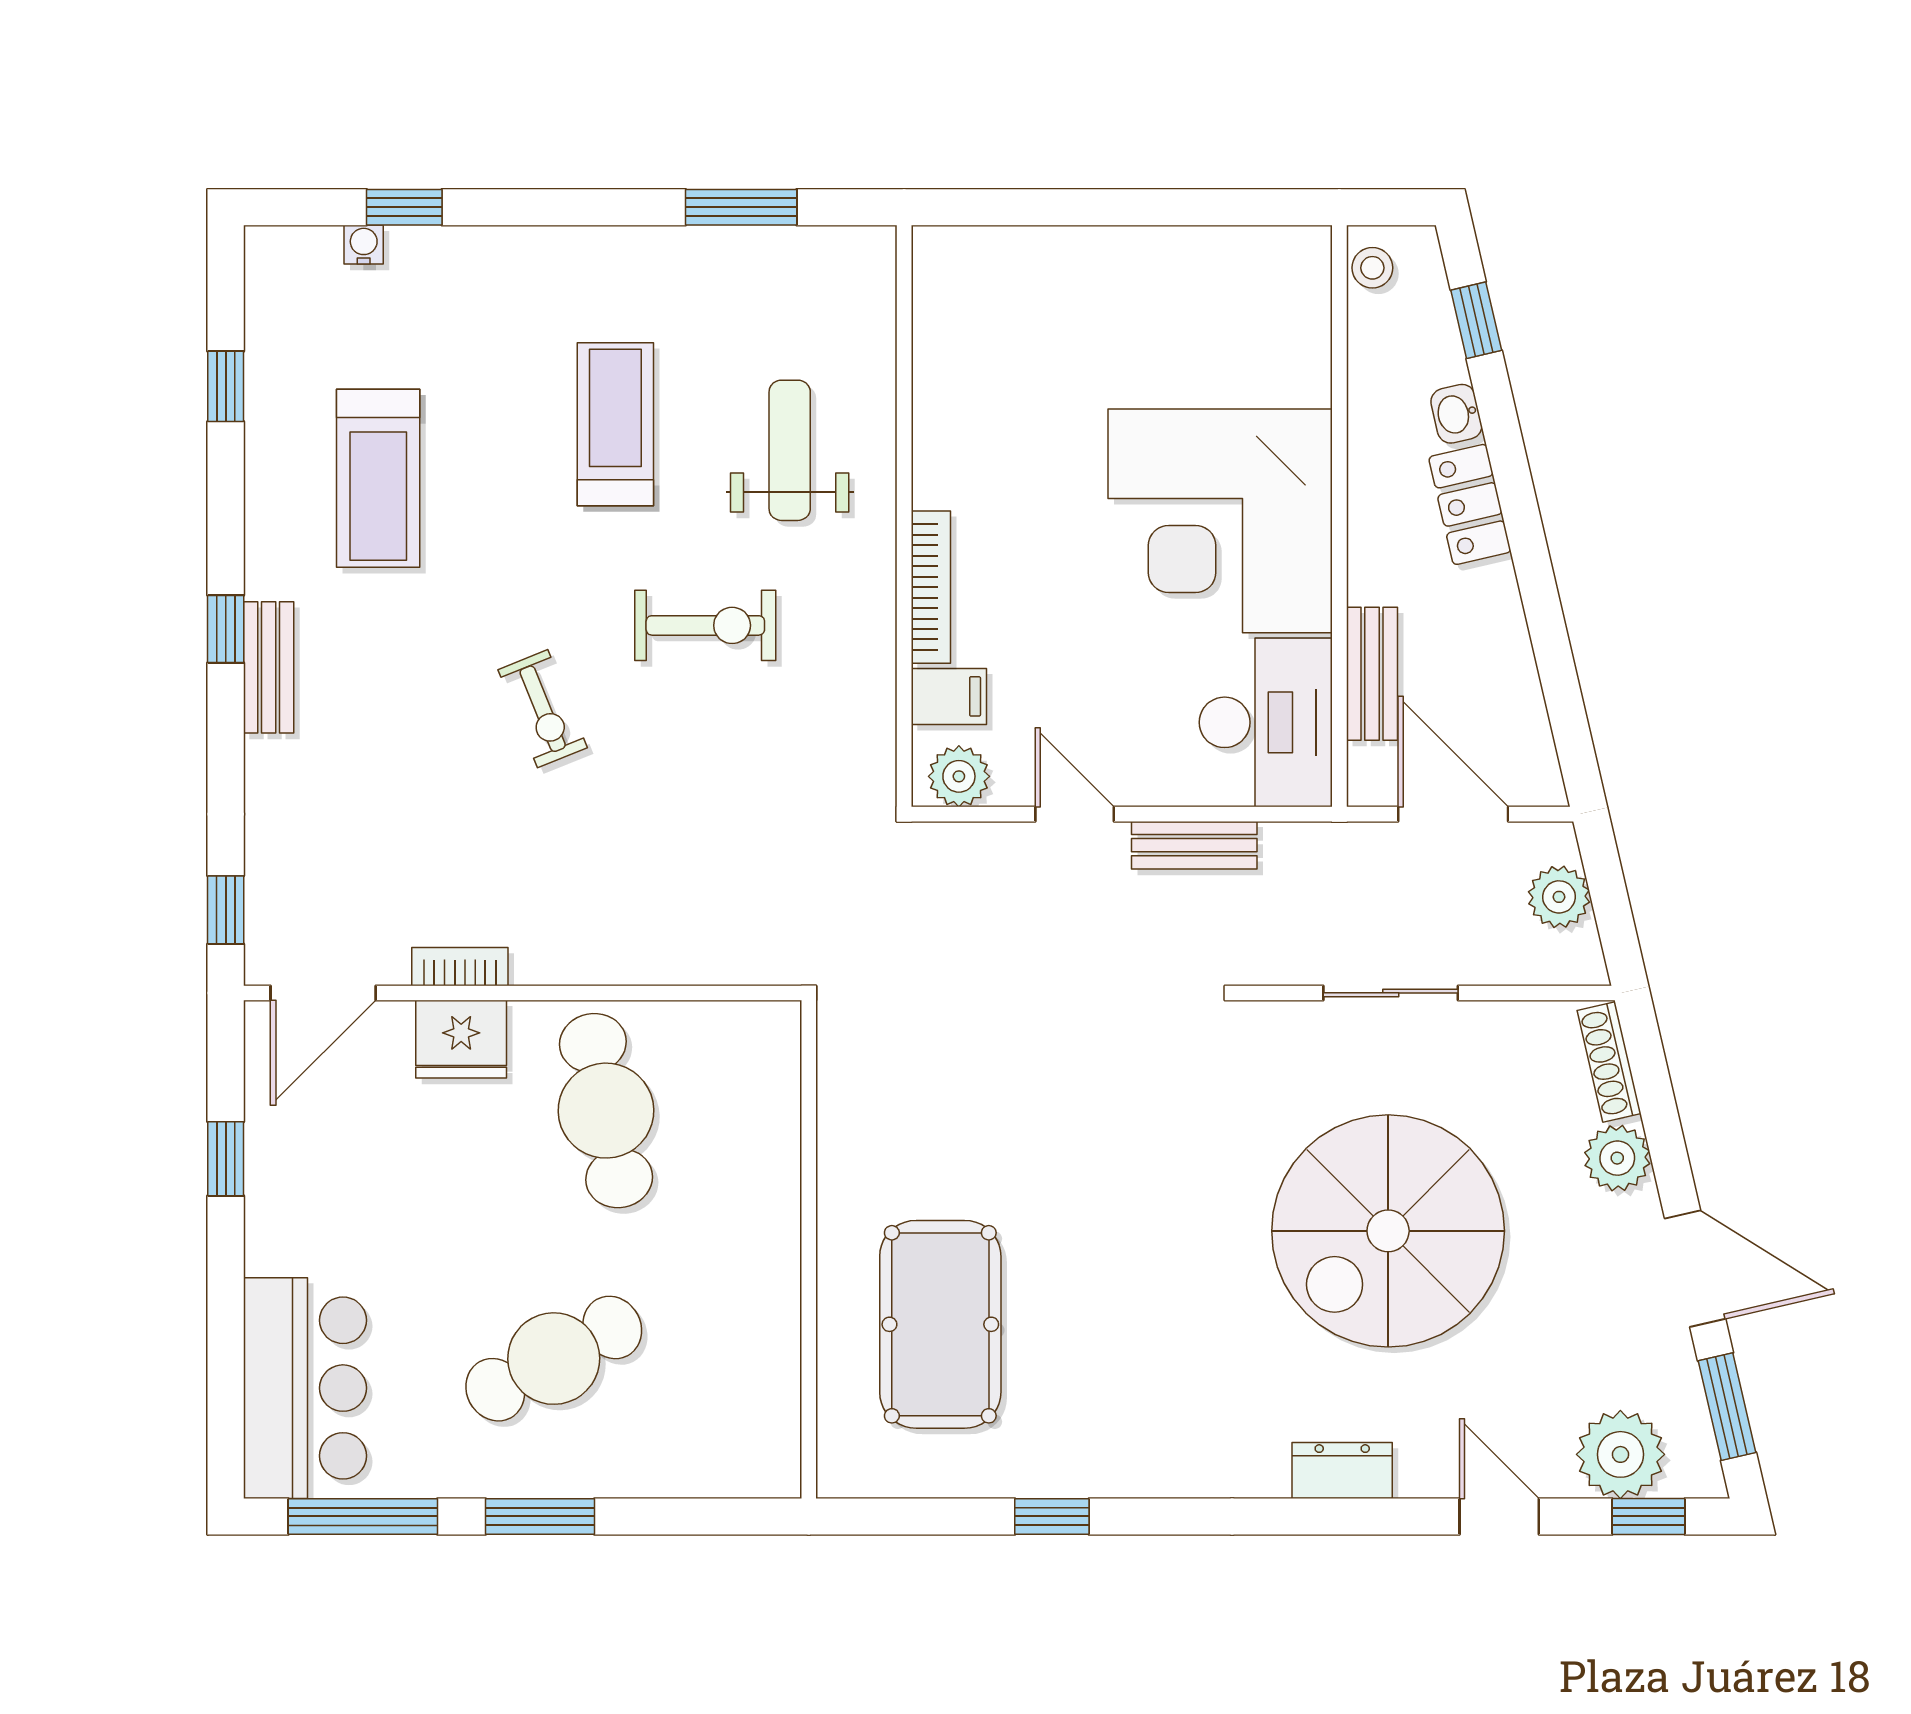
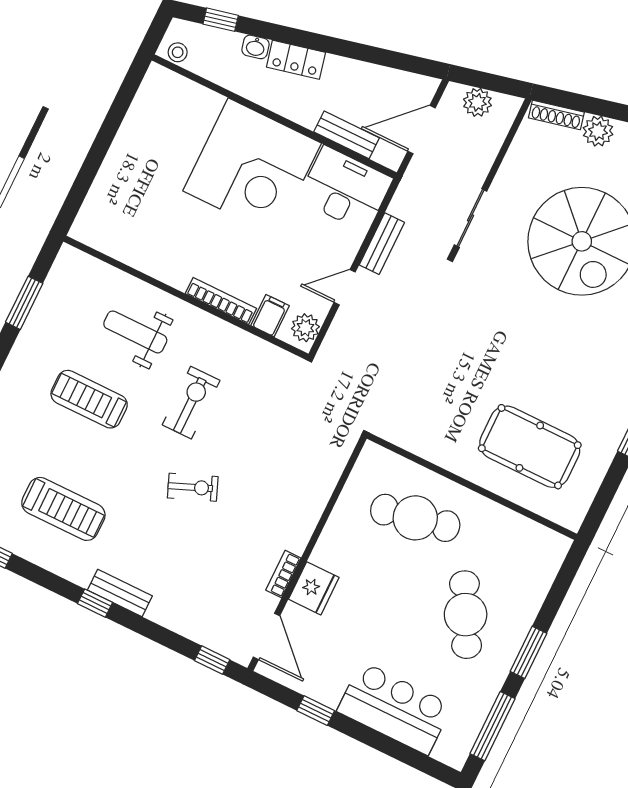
sliding door: (1391, 993) -> (471, 218), moved
cafe table: (606, 1111) -> (415, 518), moved
bar counter: (305, 1388) -> (395, 708), moved

